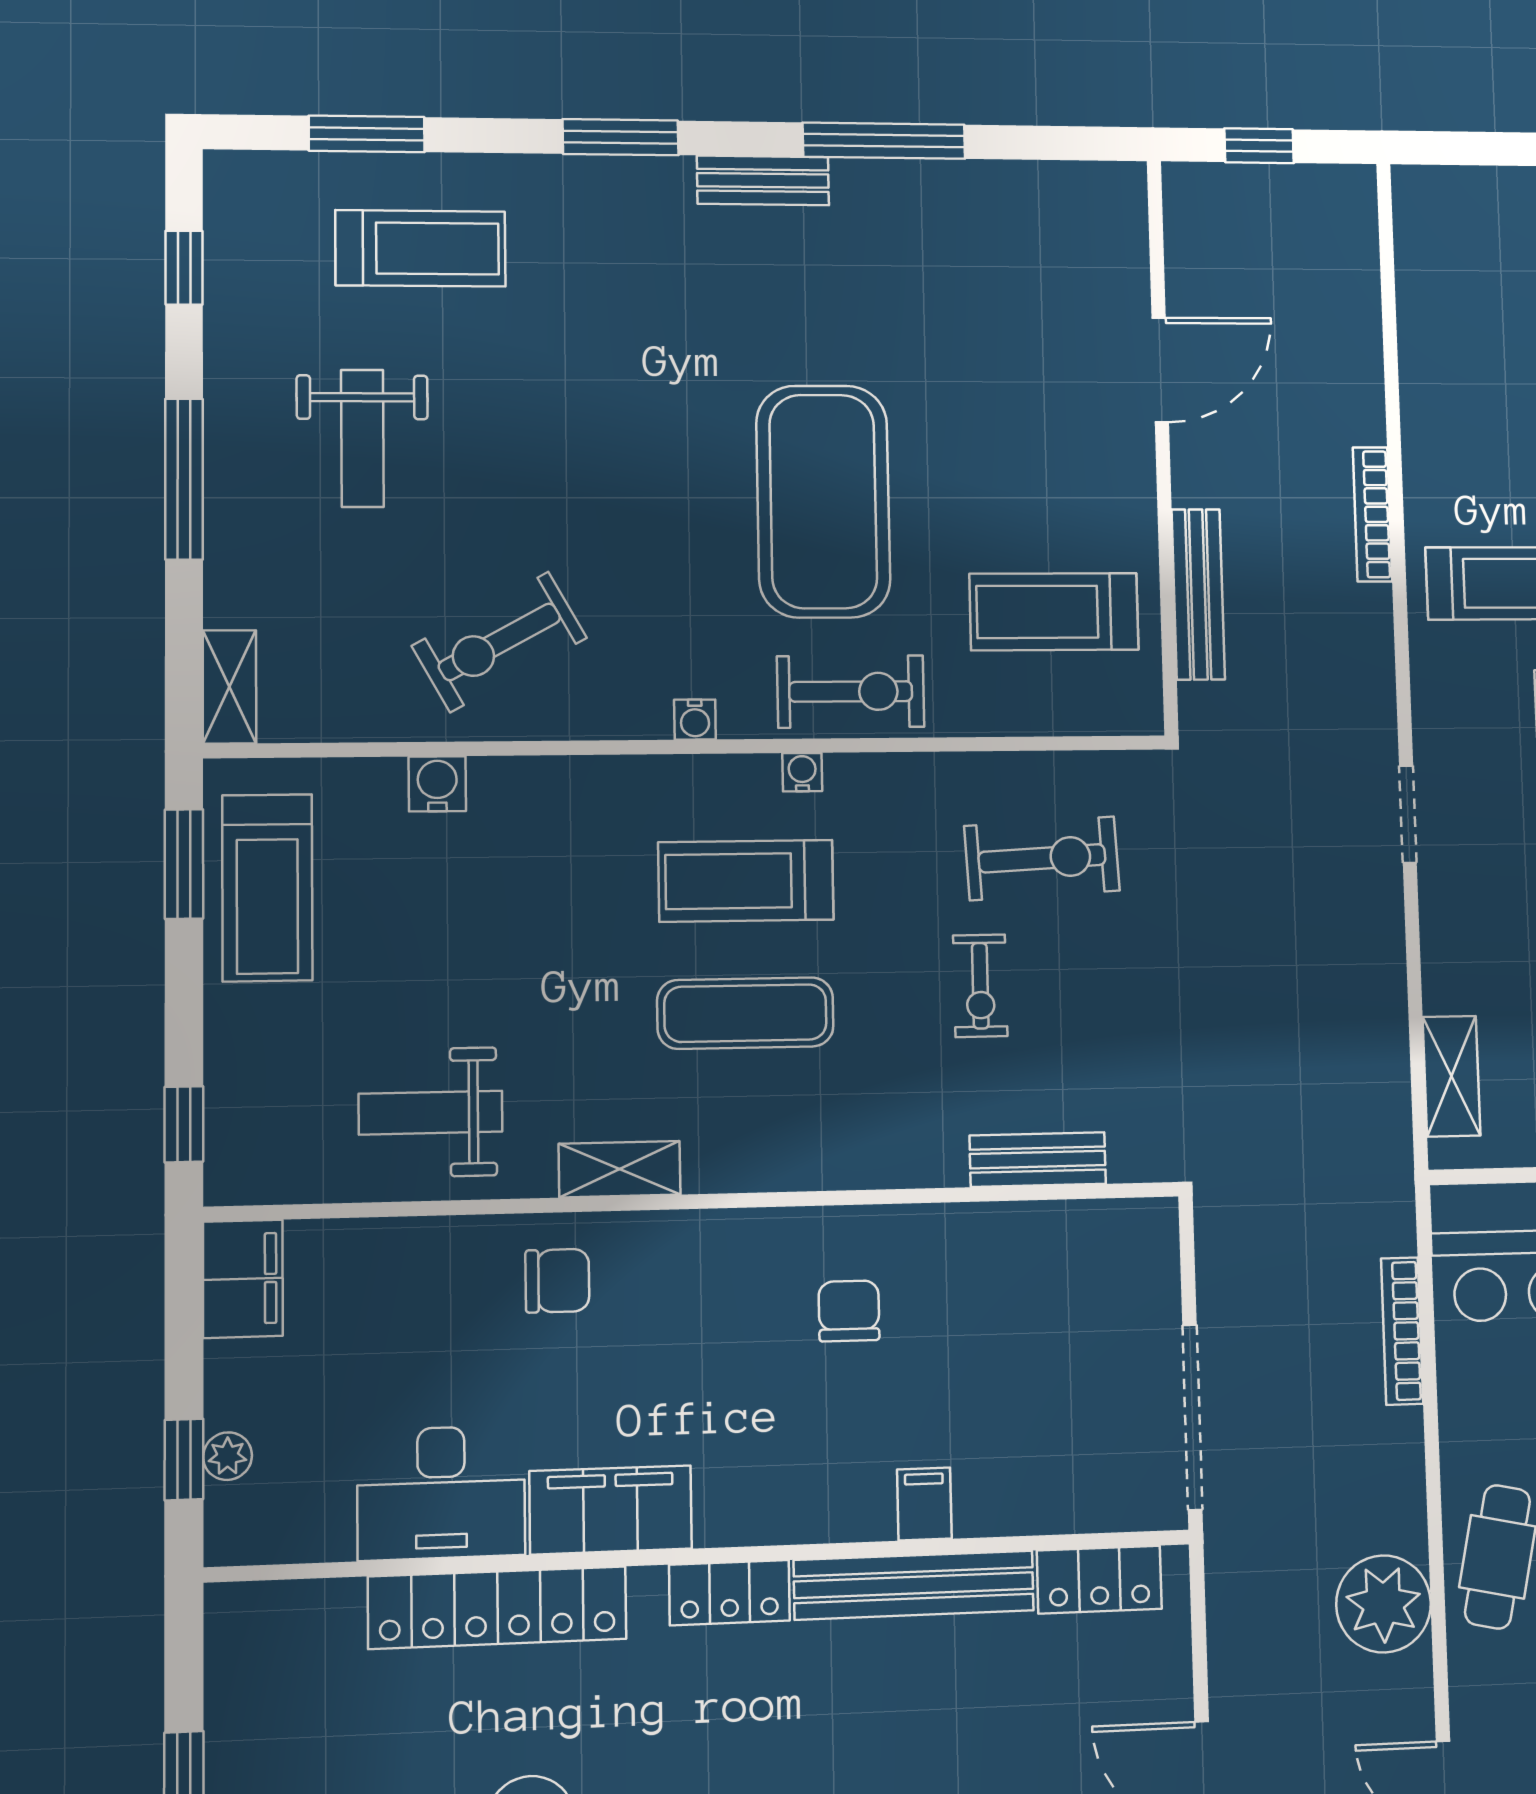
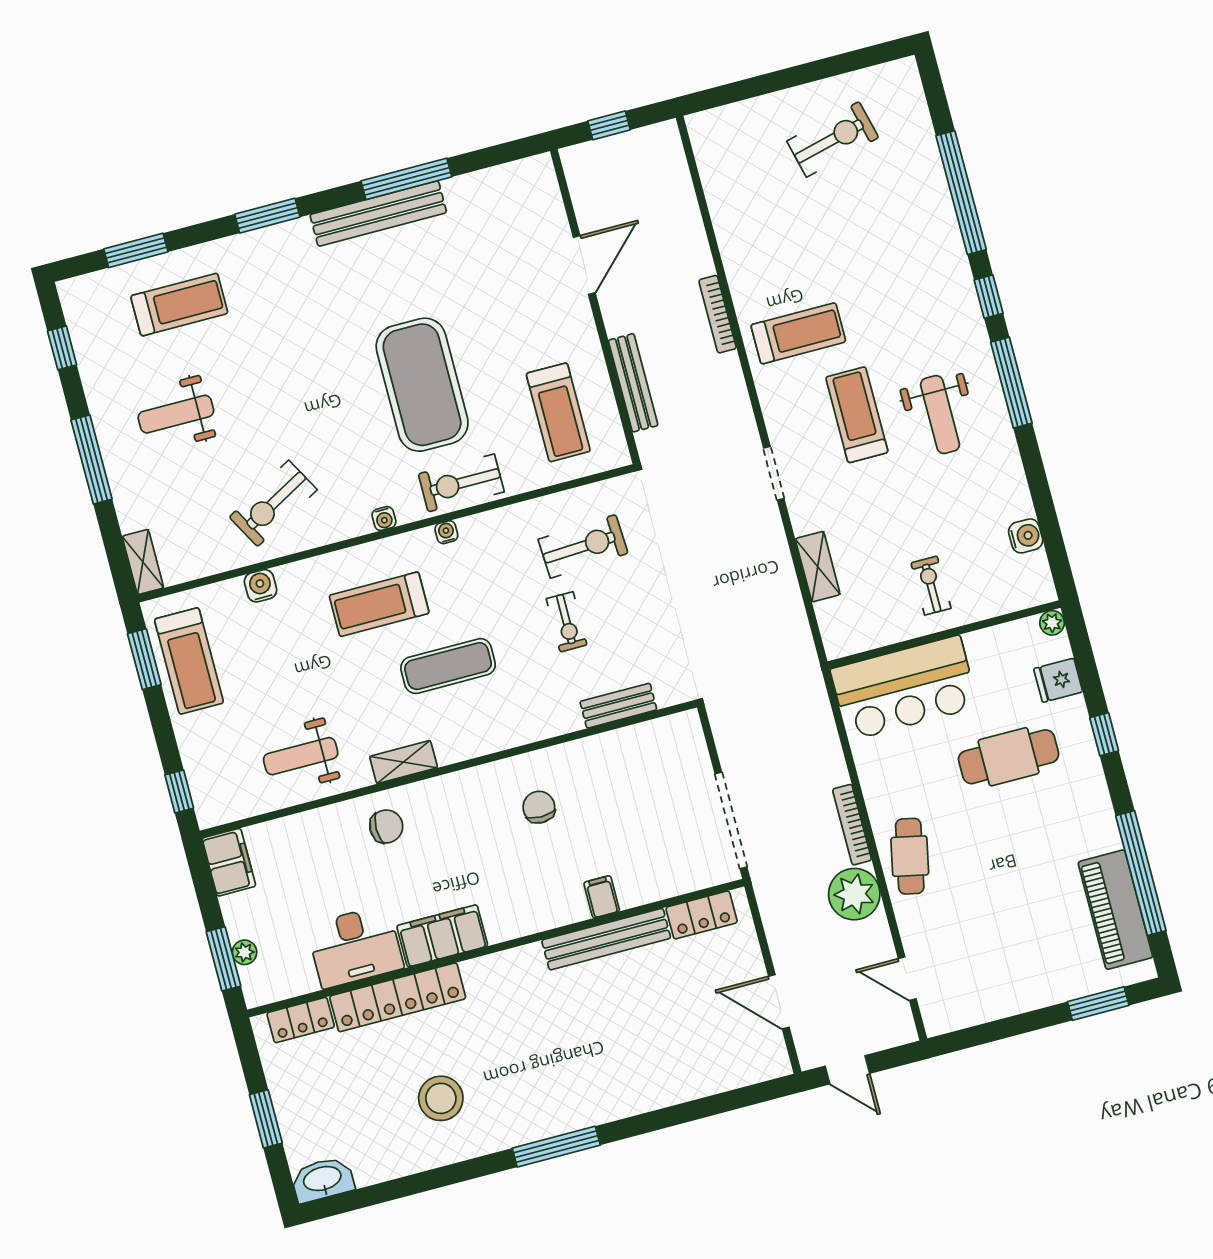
bench: (763, 180) -> (378, 214), width x1.86, depth x1.21
weight bench: (362, 438) -> (176, 414), turned 90
treadmill: (1054, 612) -> (558, 412), turned -90
exercise bike: (851, 692) -> (461, 483), turned 180
treadmill: (746, 881) -> (379, 604), moved
shelving: (1451, 1076) -> (818, 567), moved
bookcase: (1402, 1331) -> (852, 825), moved
window: (184, 1460) -> (223, 959), width x1.50
locker: (729, 1593) -> (301, 1020), moved

